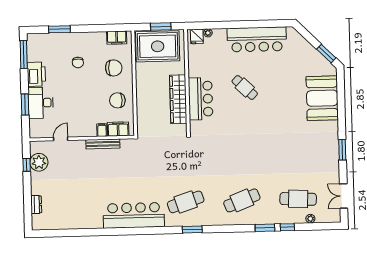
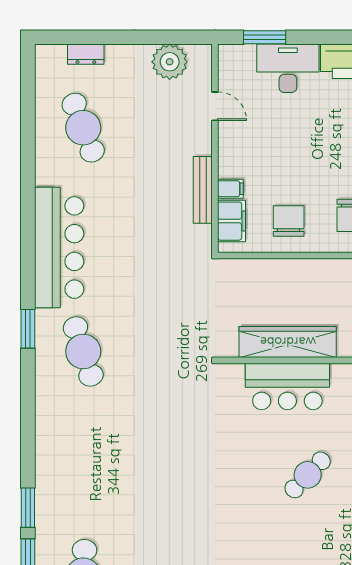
window: (25, 104) -> (265, 37), moved
window: (27, 165) -> (165, 37), removed
cafe table: (242, 200) -> (83, 128), moved
window: (192, 230) -> (28, 329), moved

